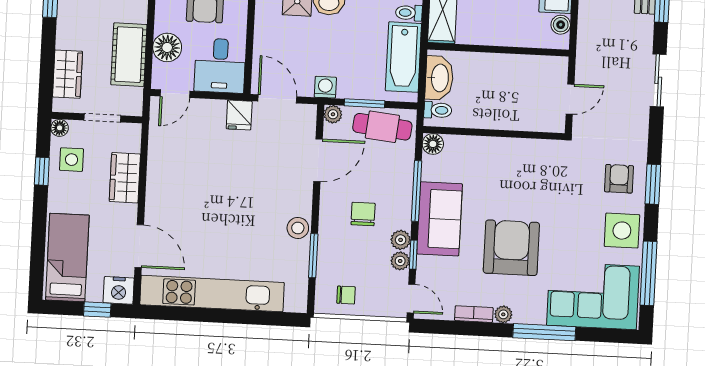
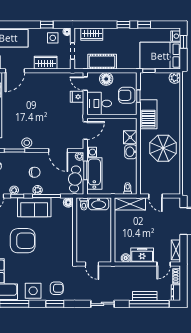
bathtub: (403, 57) -> (94, 174), moved, turned 90
fridge: (239, 115) -> (77, 97), moved
plant: (401, 240) -> (38, 190), moved

